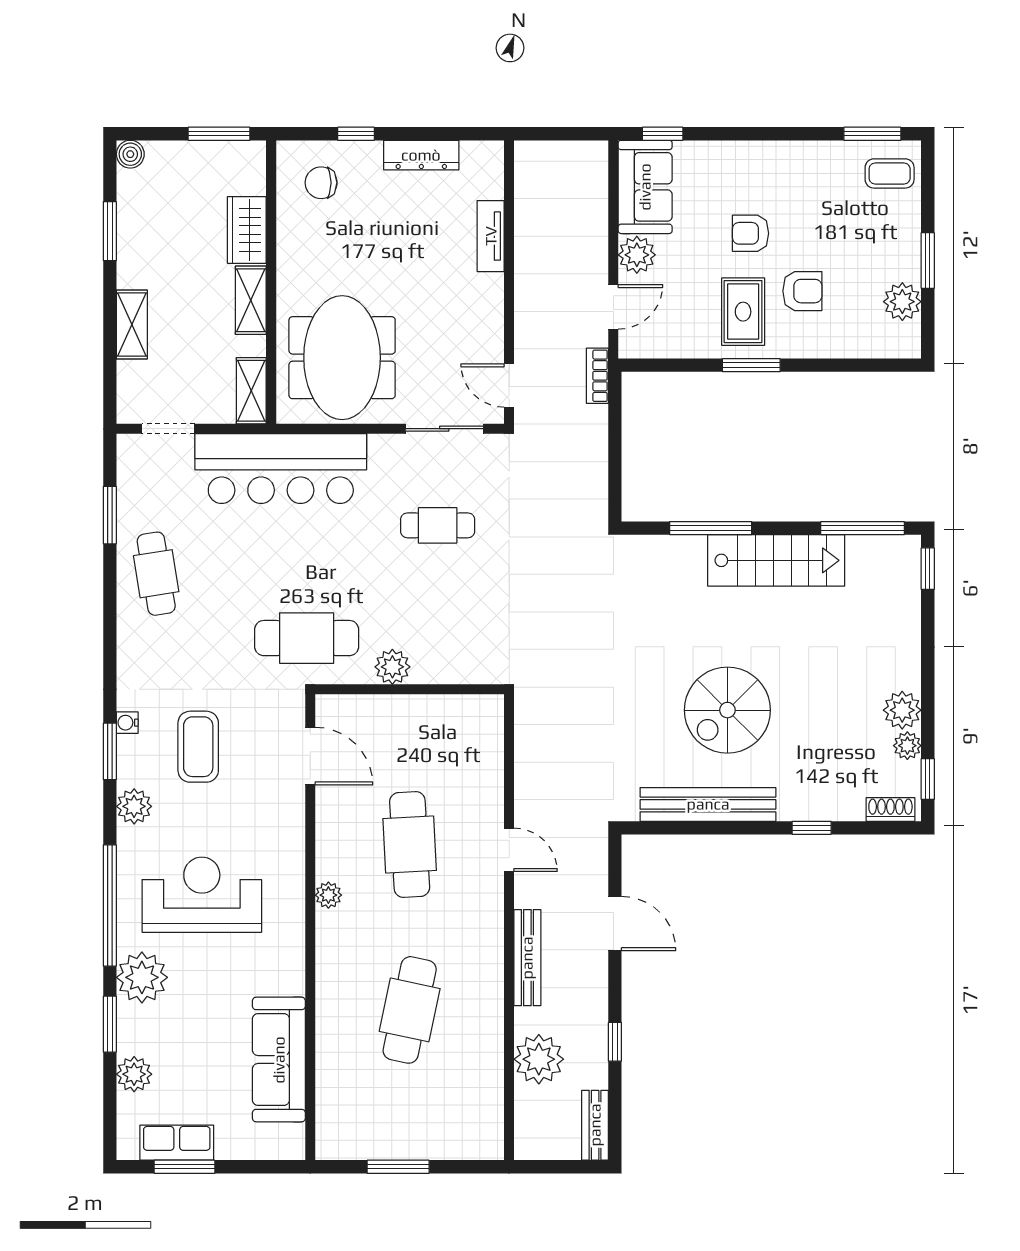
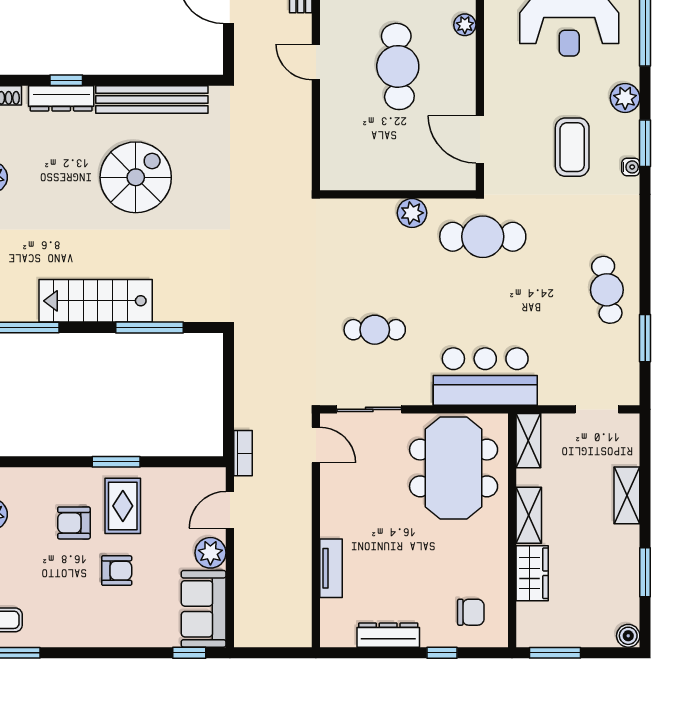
bar counter: (281, 469) -> (485, 377), width x0.73
dresser: (818, 806) -> (61, 98), added

